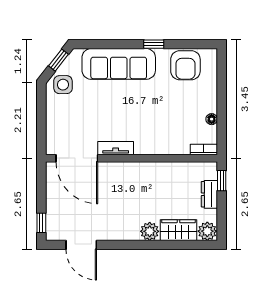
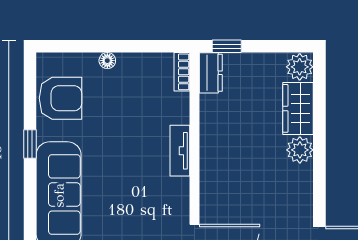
floor lamp: (212, 119) -> (107, 61), moved
tv unit: (116, 148) -> (180, 151), moved
dresser: (209, 194) -> (211, 73), moved, turned -90

